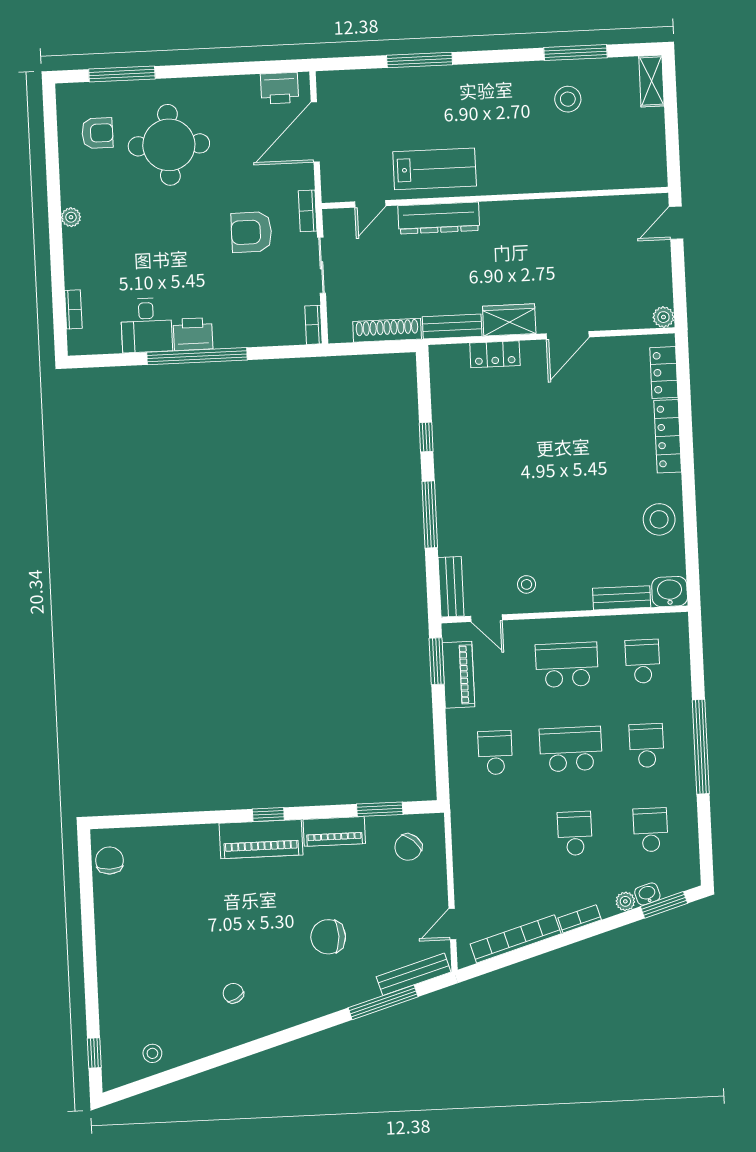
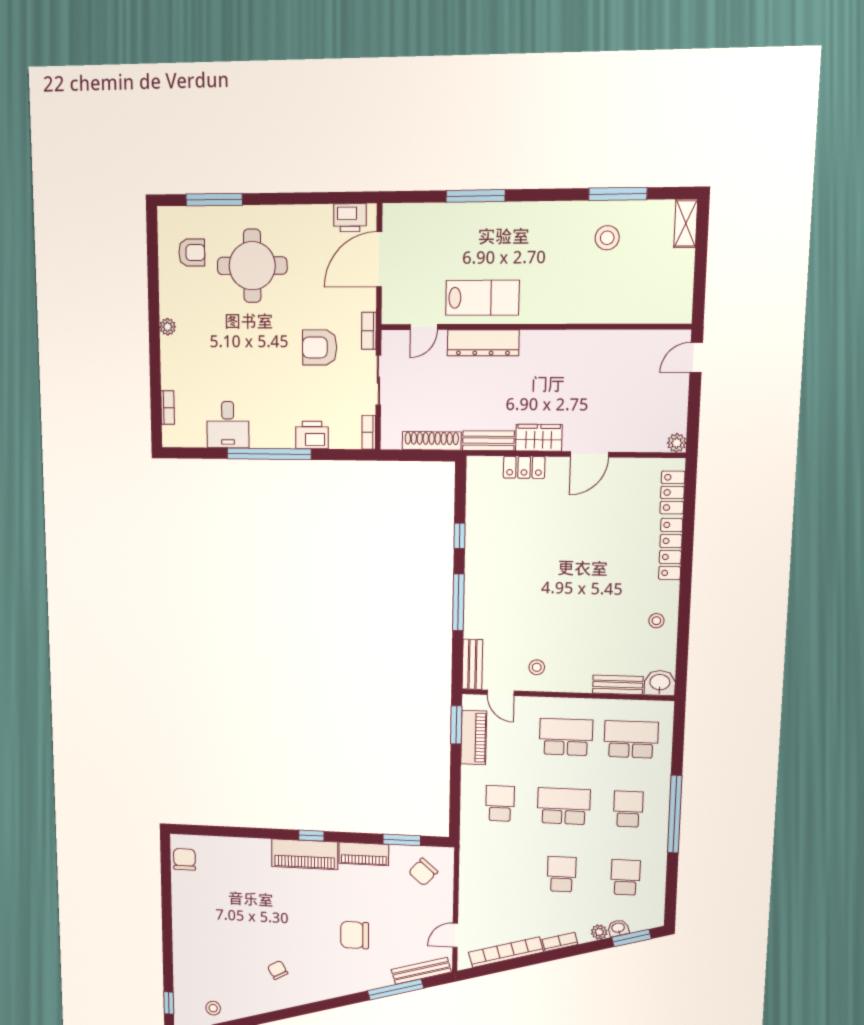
printer: (193, 334) -> (312, 435), moved
stool: (659, 519) -> (656, 621), width x0.53, depth x0.53
school desk: (643, 661) -> (631, 739), width x1.85

